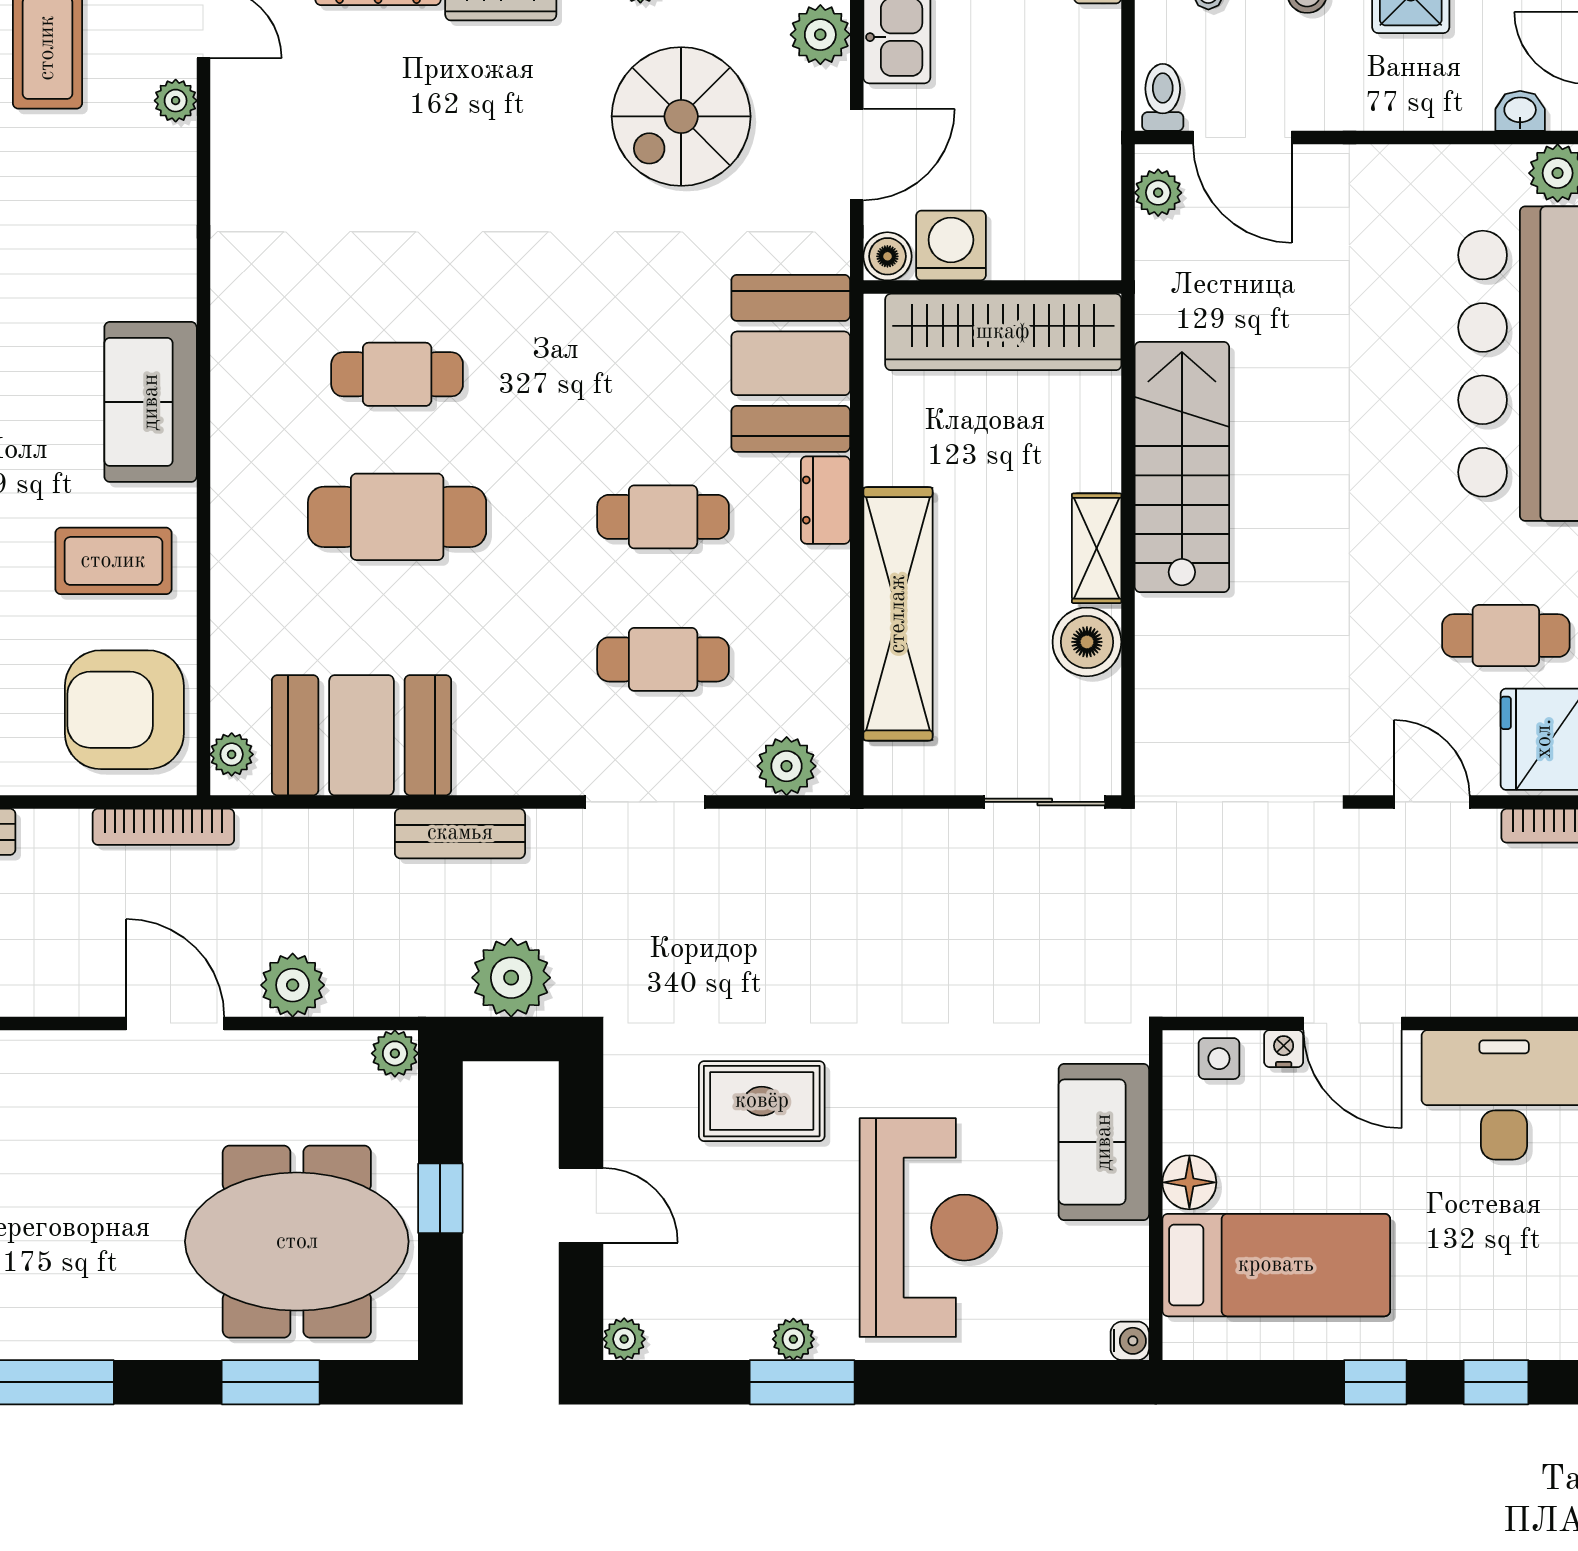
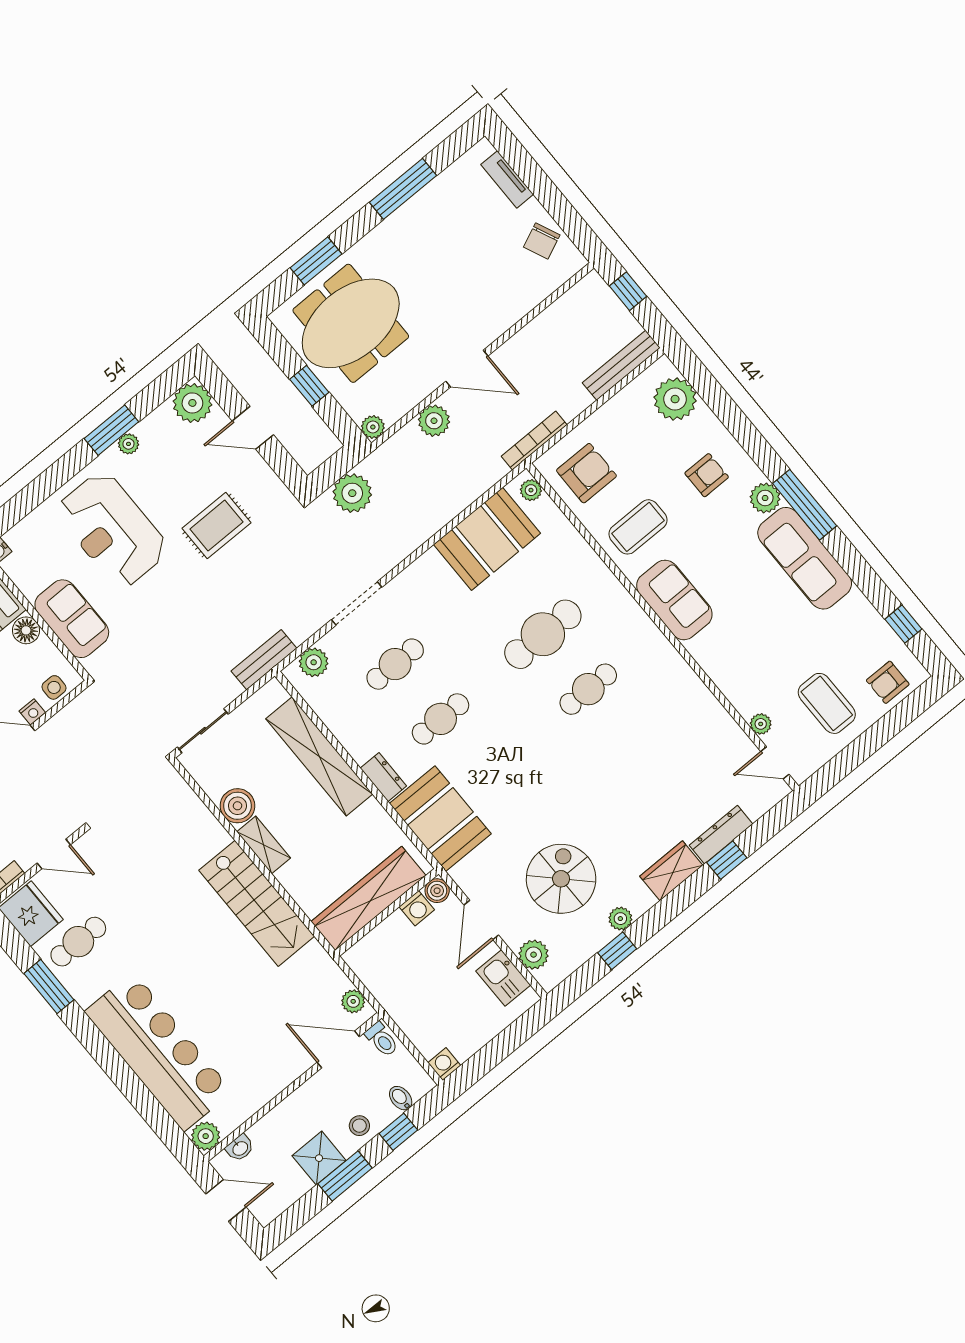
washing machine: (951, 246) -> (417, 908), width x0.73, depth x0.73
armchair: (124, 710) -> (586, 473), width x0.73, depth x0.73
bench: (460, 833) -> (264, 660), moved
plant: (624, 1339) -> (192, 403), width x1.88, depth x1.88

